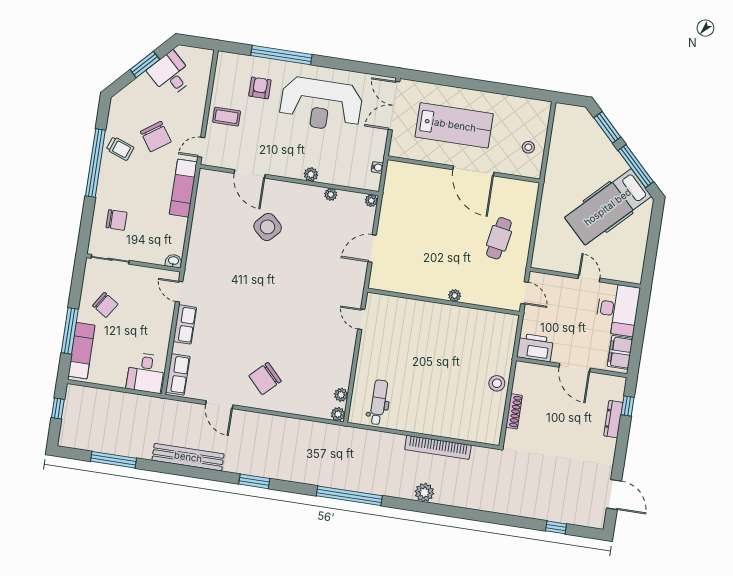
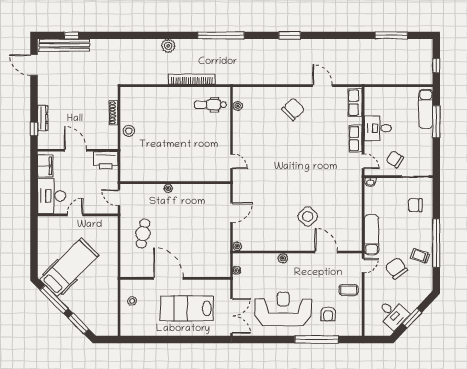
plant: (331, 194) -> (267, 246), removed
door: (589, 278) -> (75, 215), swing flipped
chair: (105, 305) -> (395, 159), moved
desk: (146, 373) -> (378, 128), moved, turned -90
dental chair: (378, 402) -> (210, 105), turned 90
plant: (338, 414) -> (238, 92), removed
bookcase: (438, 447) -> (192, 79), moved
bench: (188, 457) -> (64, 45), moved

